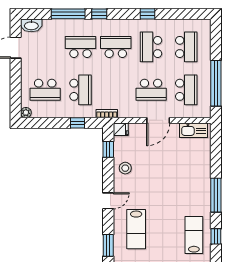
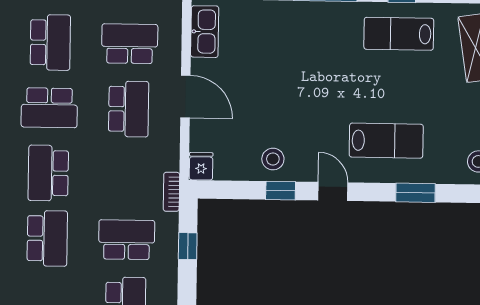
school desk: (80, 47) -> (47, 238), turned 180
school desk: (186, 47) -> (50, 42), turned 90
window: (108, 149) -> (281, 191), moved

